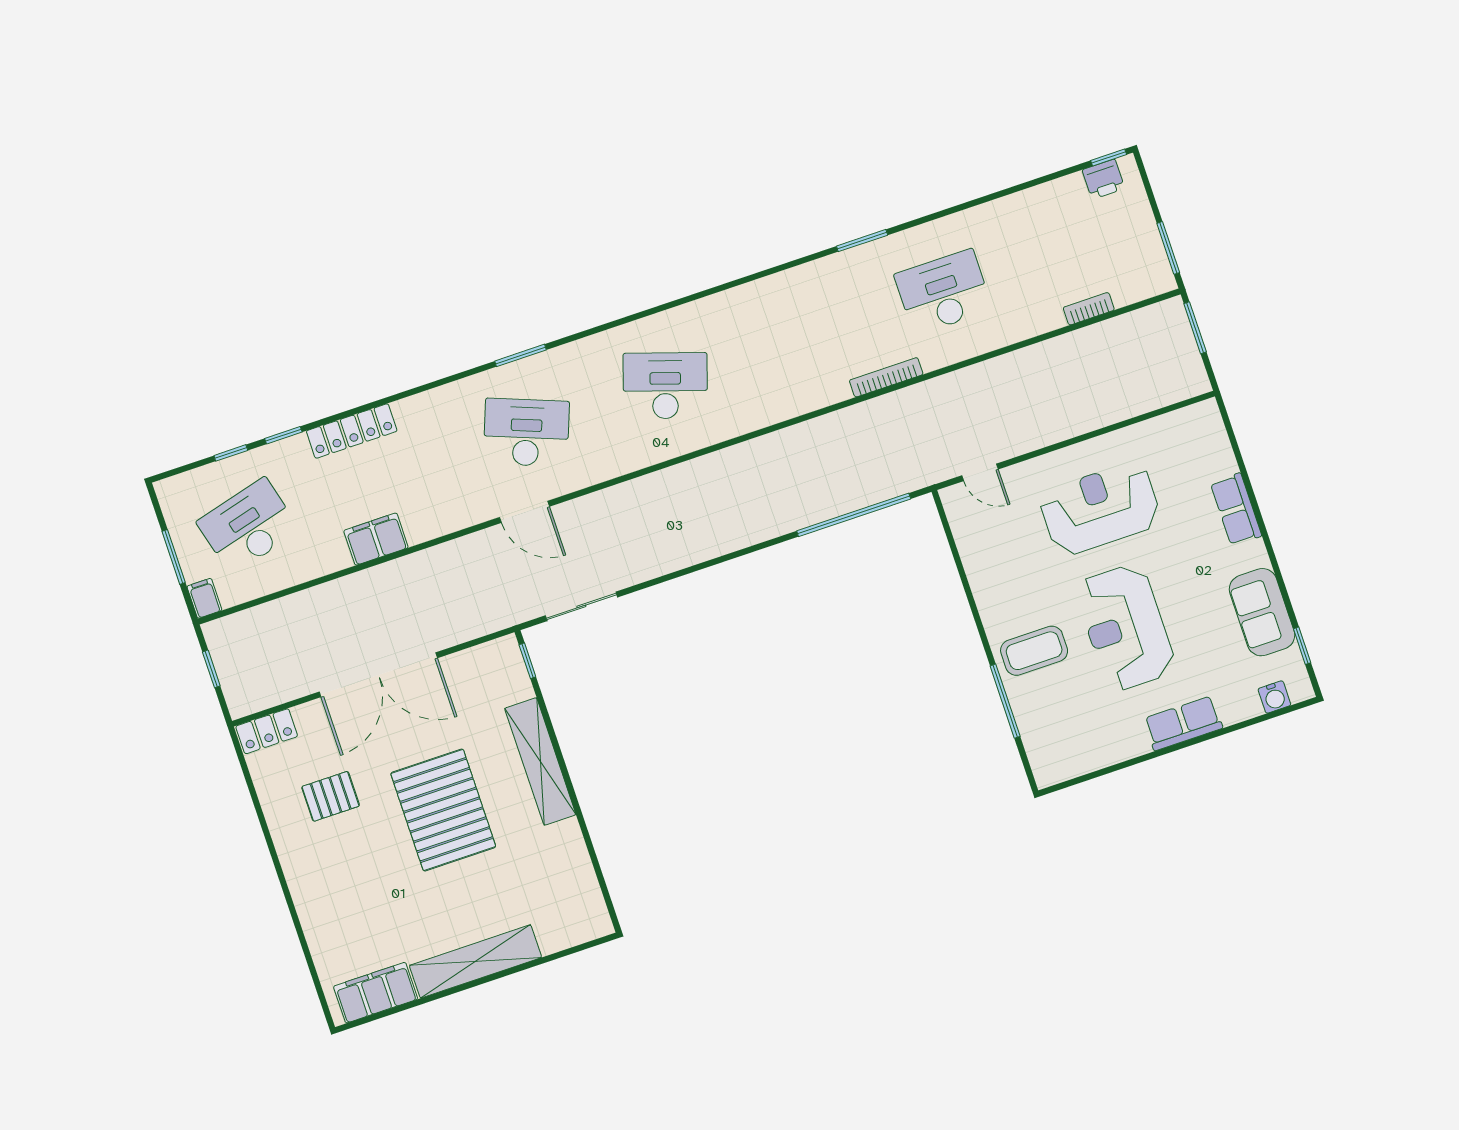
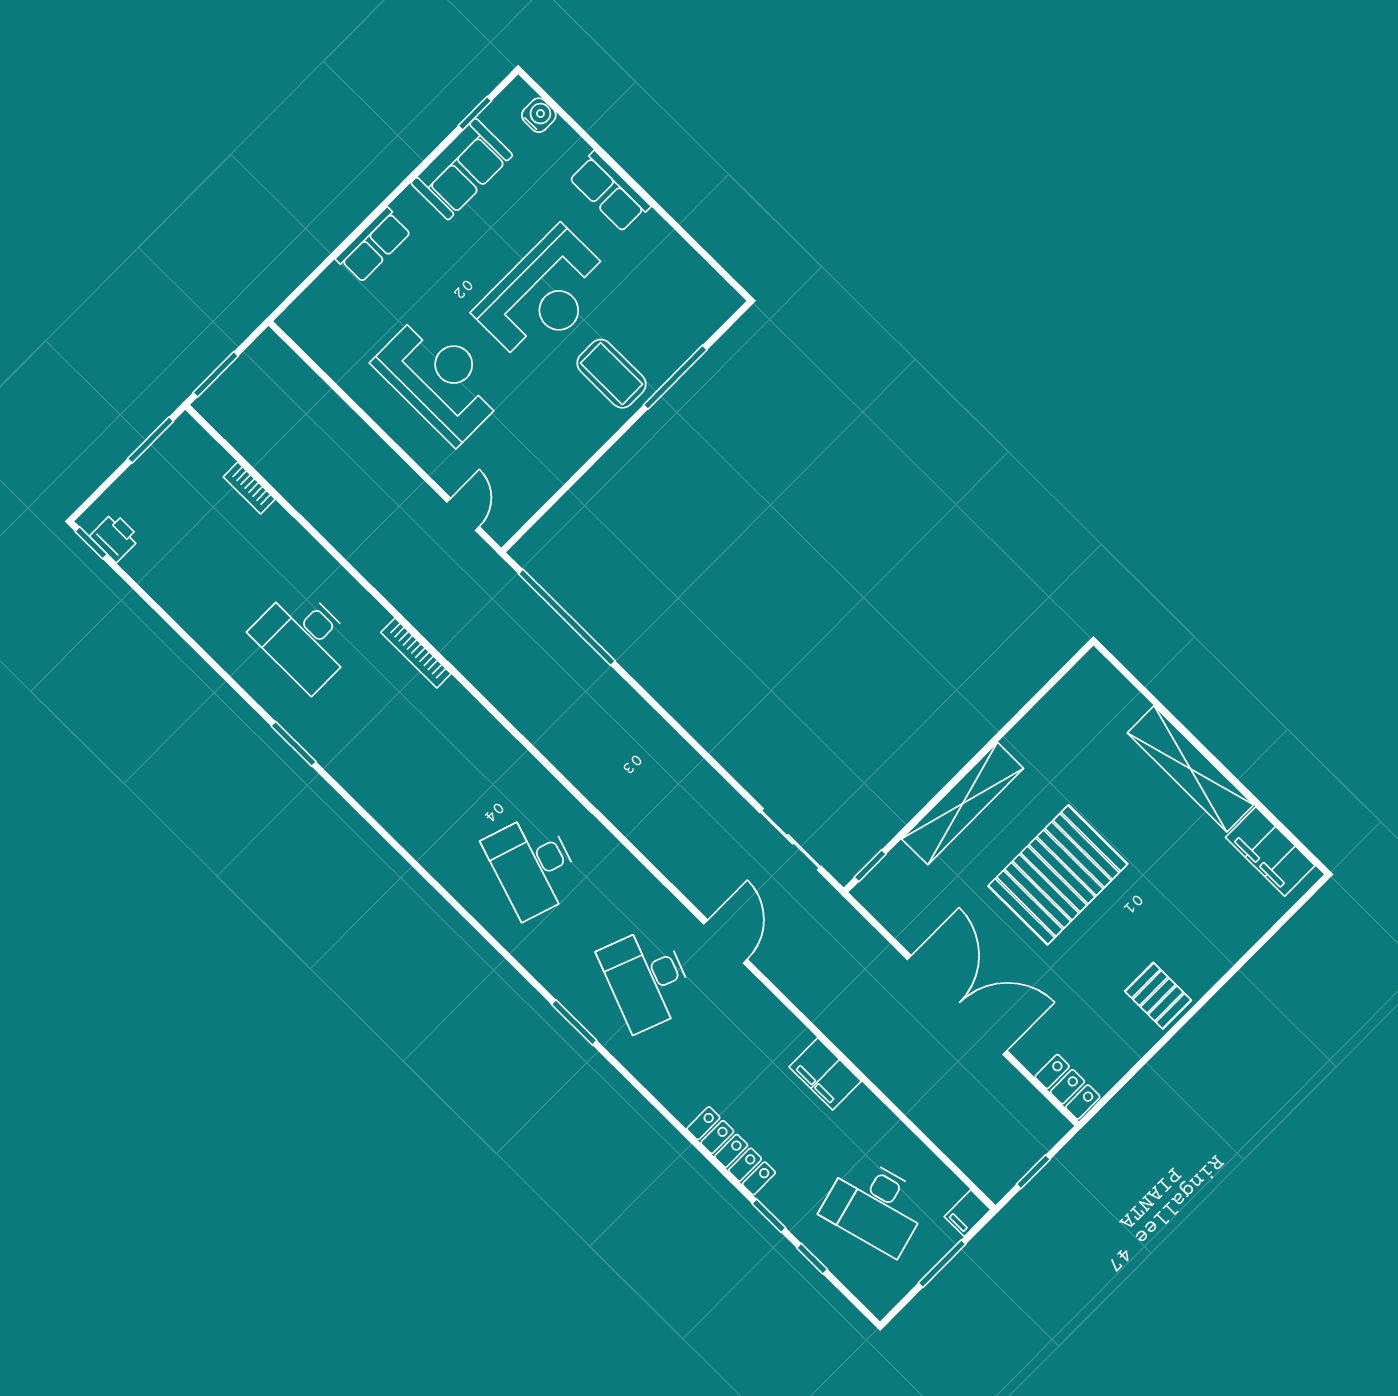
reception desk: (1100, 509) -> (440, 379), turned 180
pallet: (331, 796) -> (1158, 996), moved

